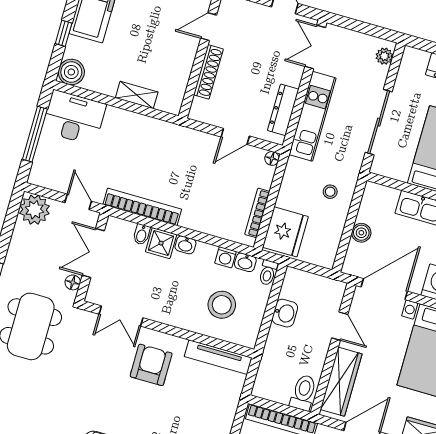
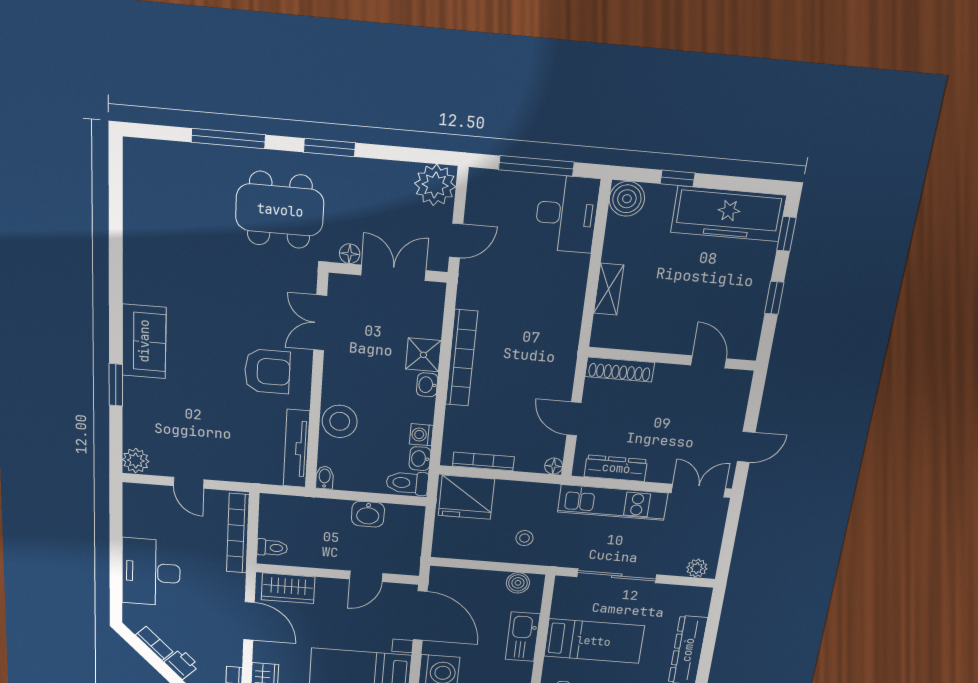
shoe rack: (208, 72) -> (620, 370), moved
bookcase: (142, 207) -> (462, 358), moved
boiler: (361, 233) -> (518, 583), moved
bidet: (142, 235) -> (325, 478), moved, turned 90
toilet: (268, 273) -> (407, 483), width x1.37, depth x1.39
stool: (222, 305) -> (340, 421), moved
wardrobe: (341, 382) -> (288, 588), width x0.67
toilet: (303, 393) -> (272, 548), width x0.73, depth x0.72

